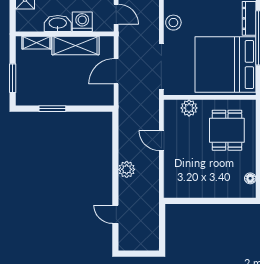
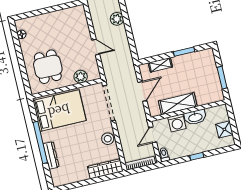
door: (116, 14) -> (153, 135), hinge flipped
shelving: (36, 43) -> (160, 65), moved
bed: (225, 65) -> (59, 111), width x0.73
window: (13, 78) -> (222, 78), moved

